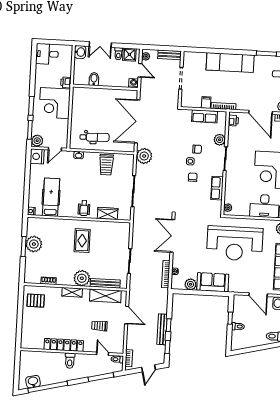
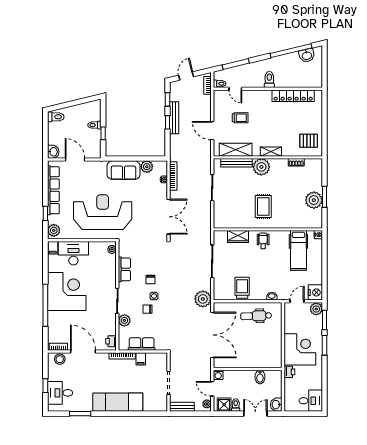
locker: (64, 345) -> (293, 96), moved

